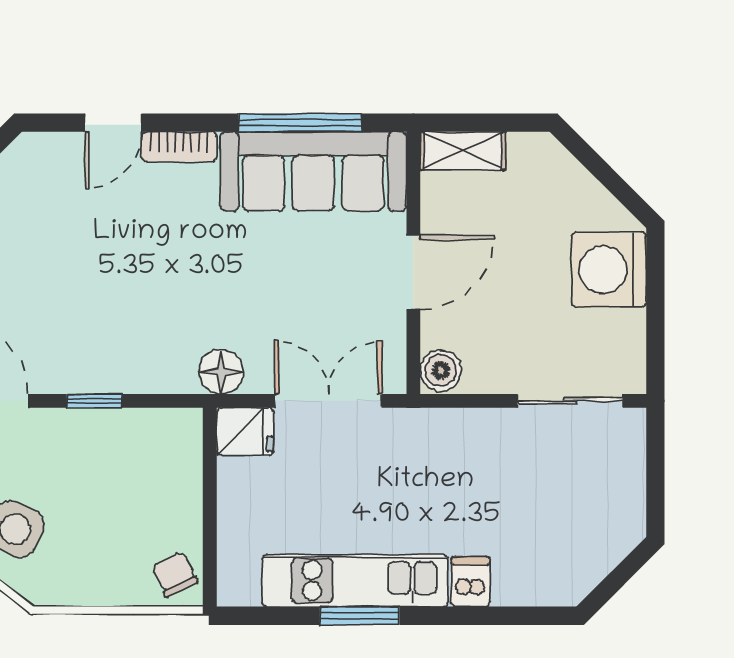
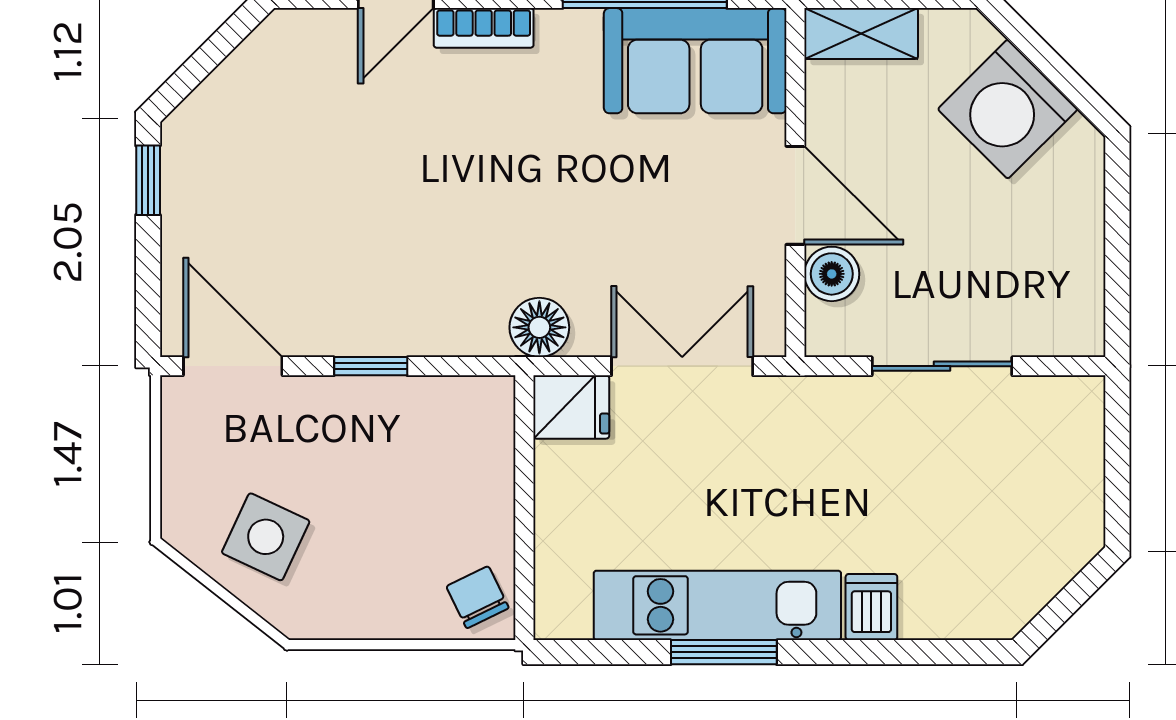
sofa: (313, 171) -> (695, 61), width x0.73
washing machine: (609, 270) -> (1008, 109), moved, turned -45
door: (413, 273) -> (795, 195), hinge flipped
boiler: (441, 370) -> (832, 274), moved
sliding door: (570, 401) -> (942, 366), moved

